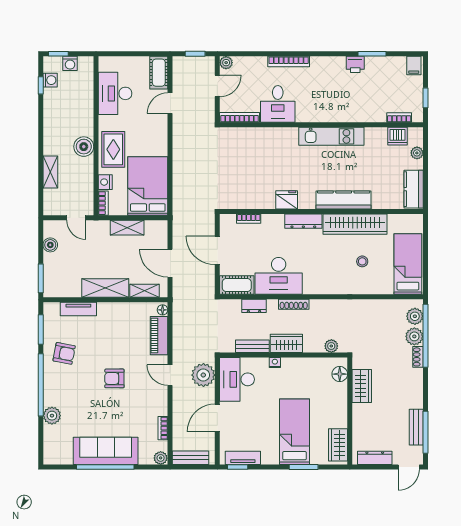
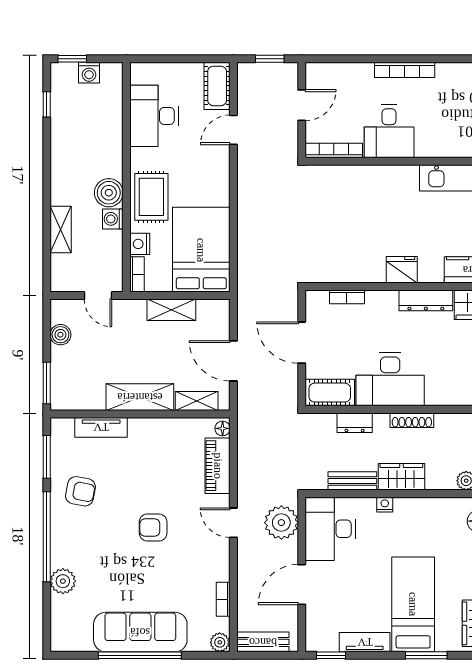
plant: (226, 63) -> (314, 72), removed
washing machine: (50, 80) -> (113, 219), moved, turned 180
tv unit: (243, 458) -> (365, 642), moved

